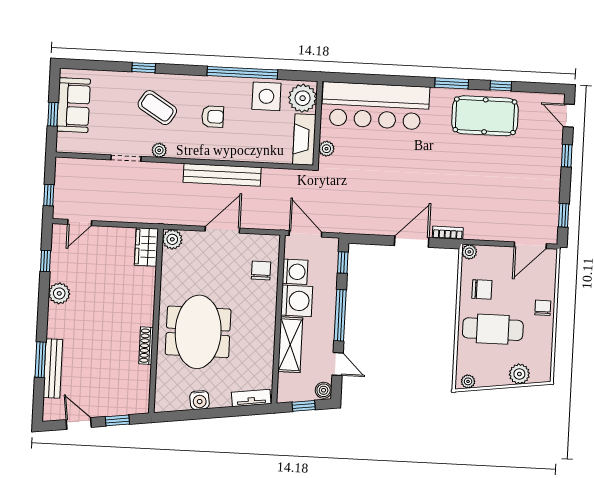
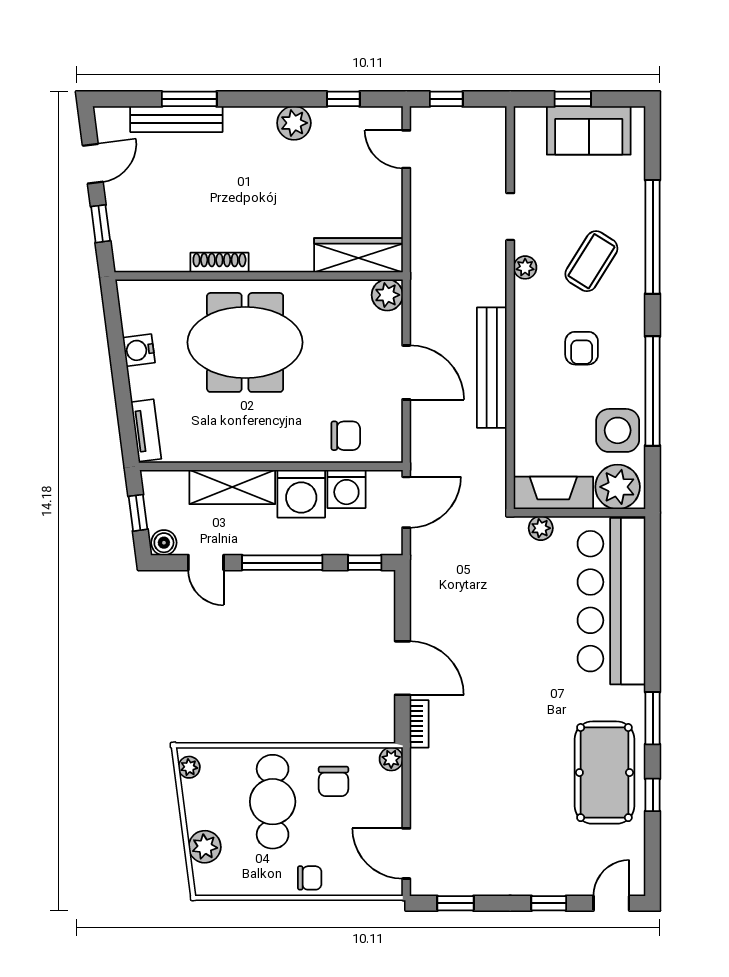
window: (144, 68) -> (653, 237), width x3.17
wardrobe: (146, 247) -> (358, 255), width x1.50
door: (338, 364) -> (206, 563), hinge flipped

